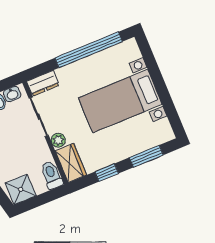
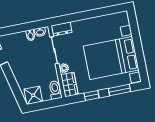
window: (89, 50) -> (96, 13), removed
bed with nightstands: (120, 101) -> (111, 58), width x1.36

